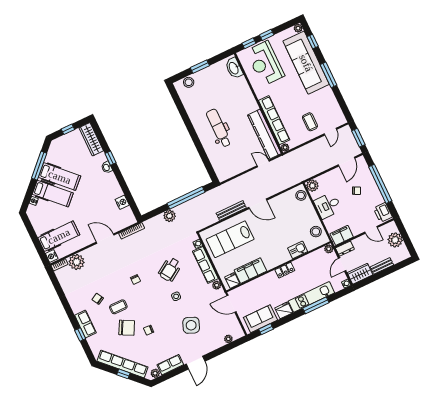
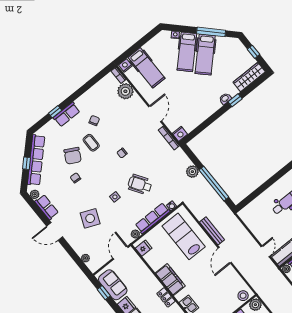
nightstand: (122, 202) -> (180, 134), moved
filing cabinet: (250, 271) -> (170, 280), moved

